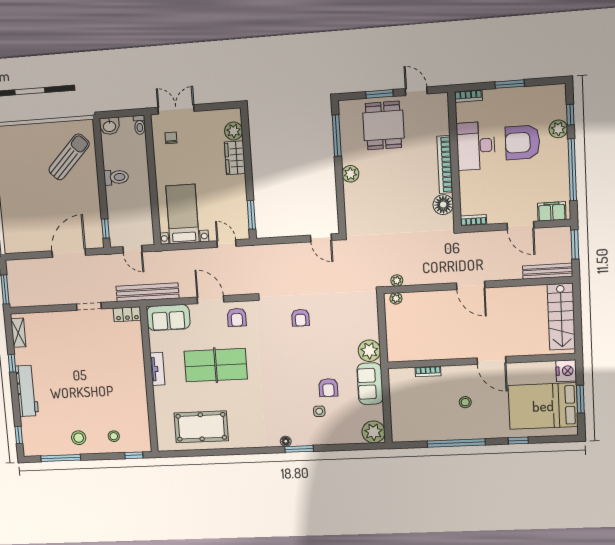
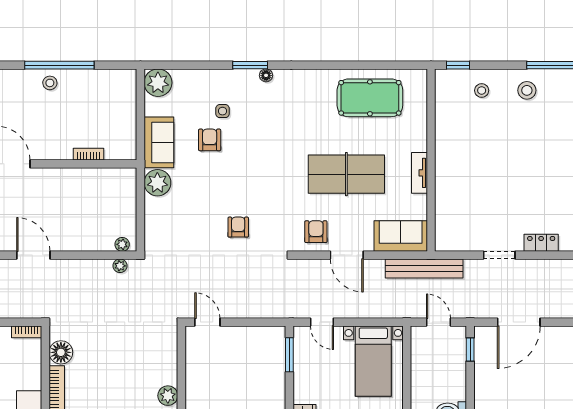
locker: (127, 314) -> (541, 243), moved
stool: (465, 402) -> (50, 83), moved

